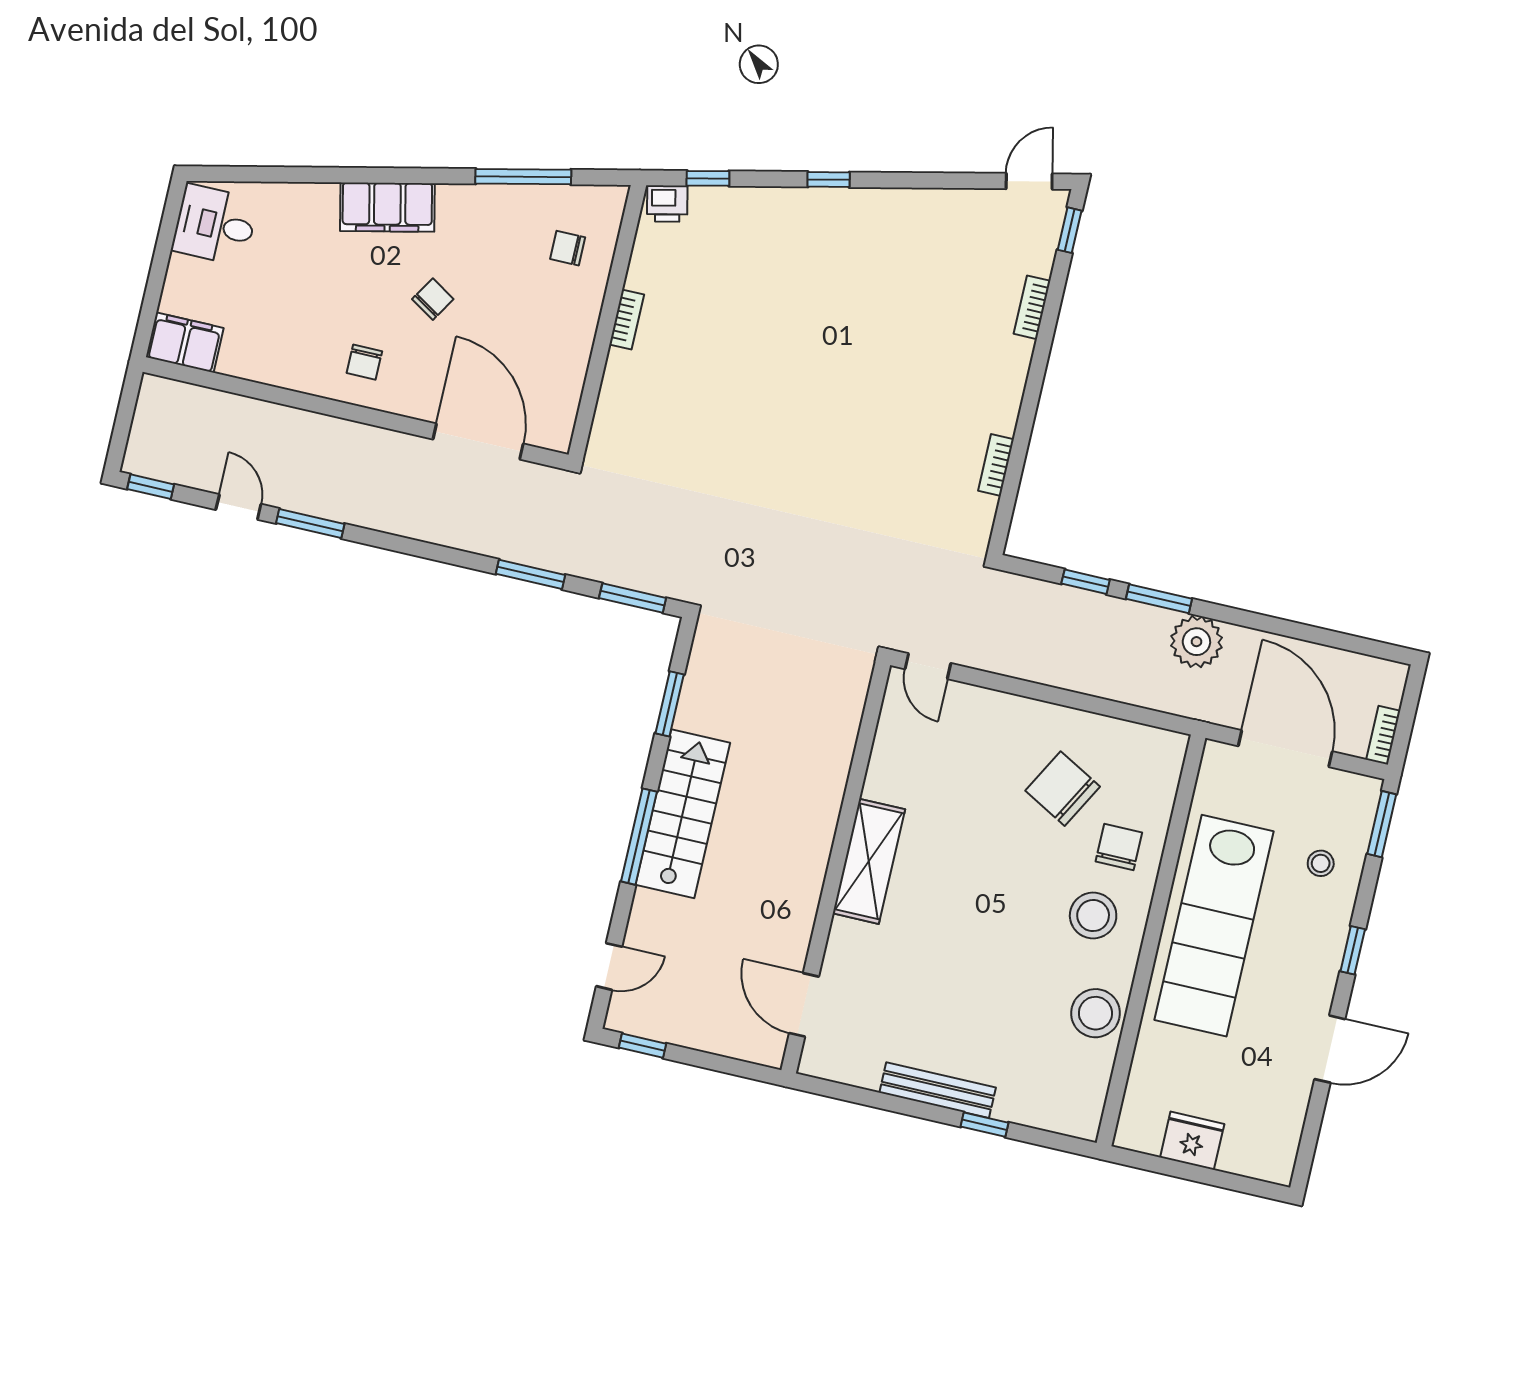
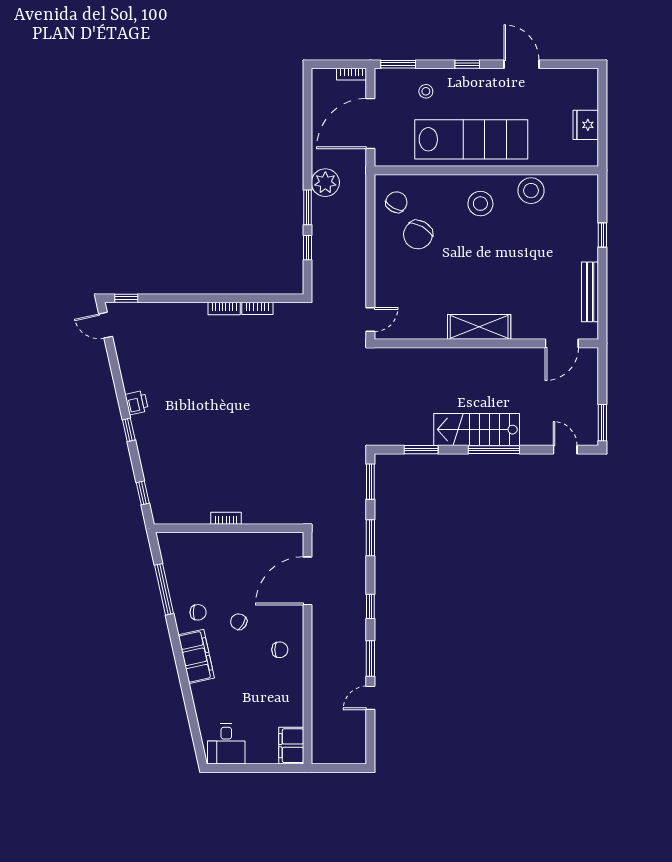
printer: (667, 204) -> (137, 403), moved
chair: (568, 248) -> (198, 612), moved, turned -90
bookcase: (1032, 307) -> (224, 309), moved
window: (151, 487) -> (370, 606), moved
chair: (1119, 847) -> (396, 202), moved, turned 119
window: (642, 1046) -> (602, 423), width x1.50
bench: (938, 1090) -> (590, 292), moved

